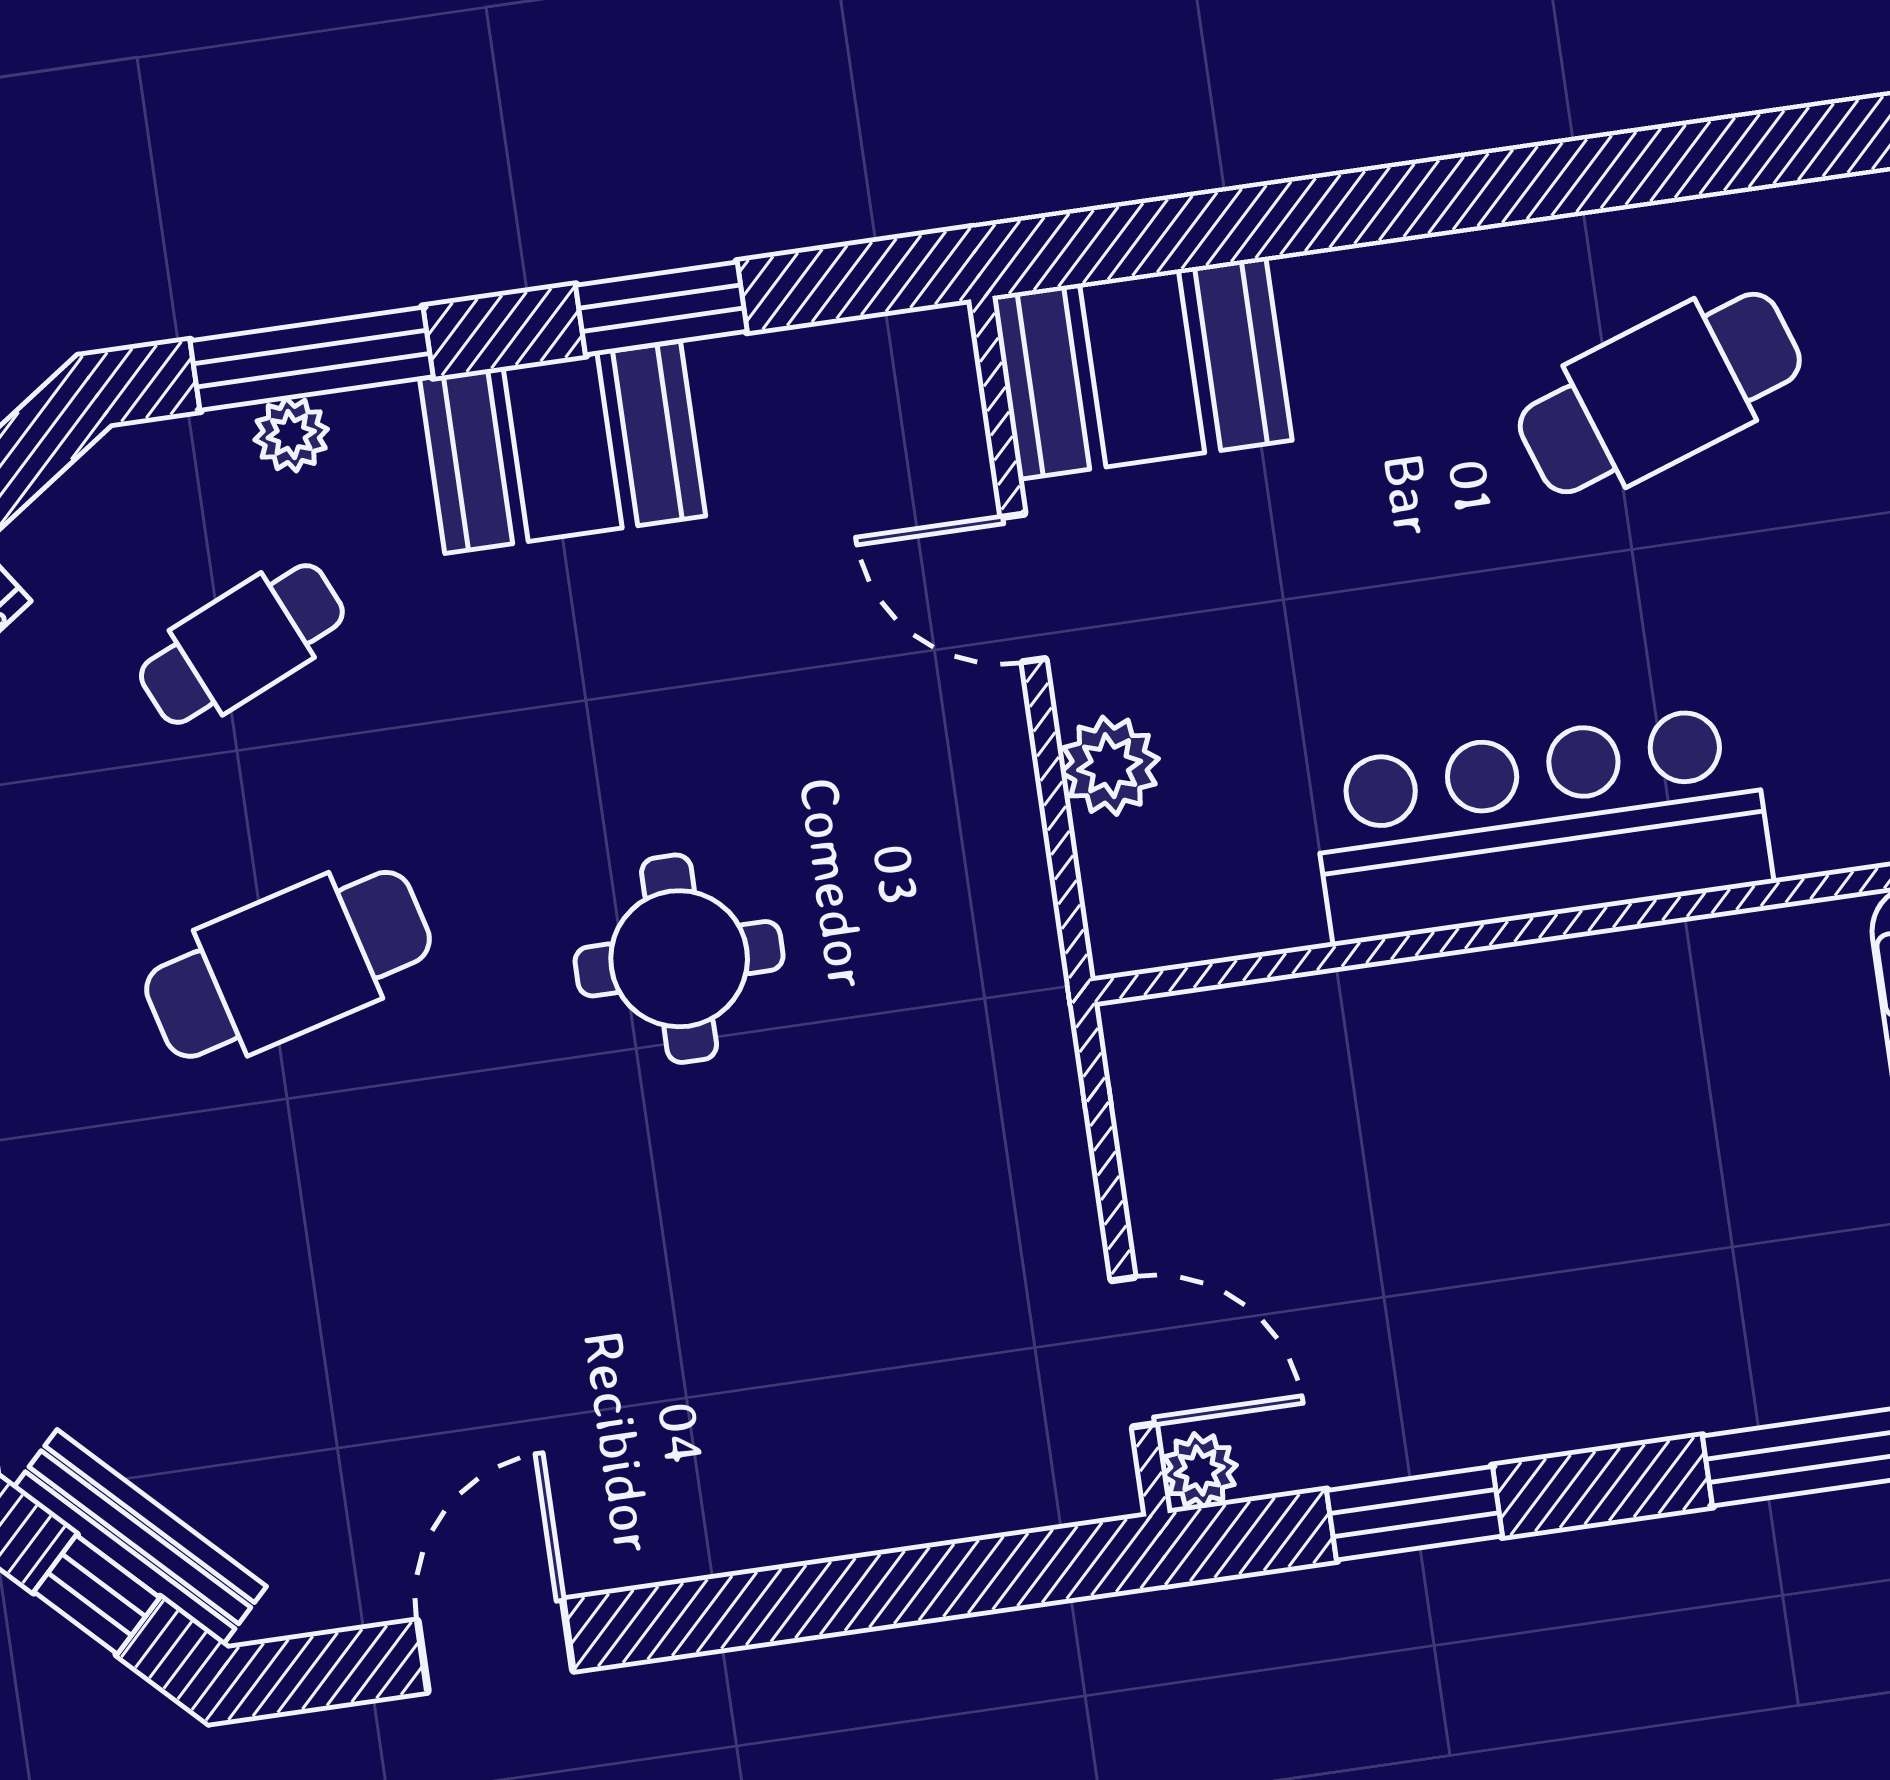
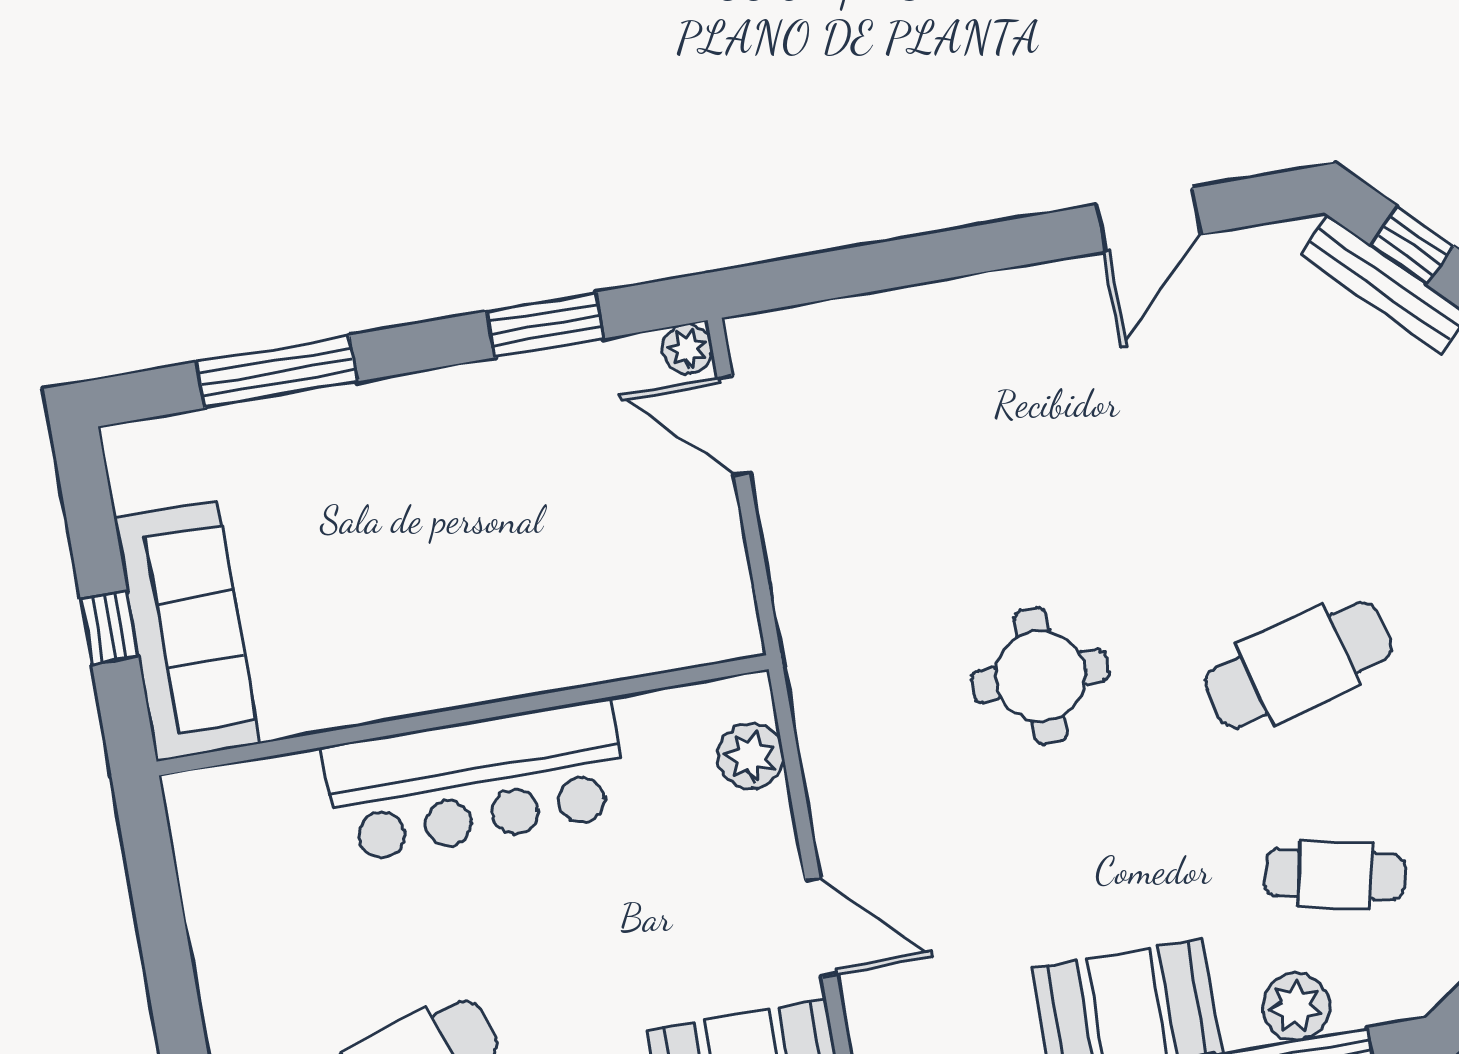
plant: (291, 434) -> (1296, 1007), width x1.38, depth x1.38
cafe table: (242, 644) -> (1335, 875), turned 36
plant: (1110, 766) -> (751, 756), moved

